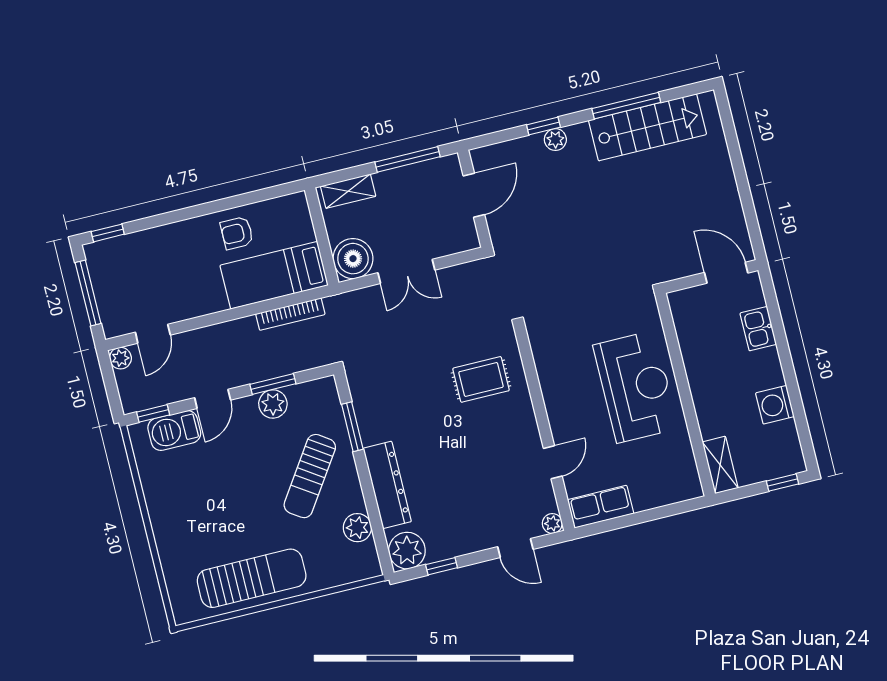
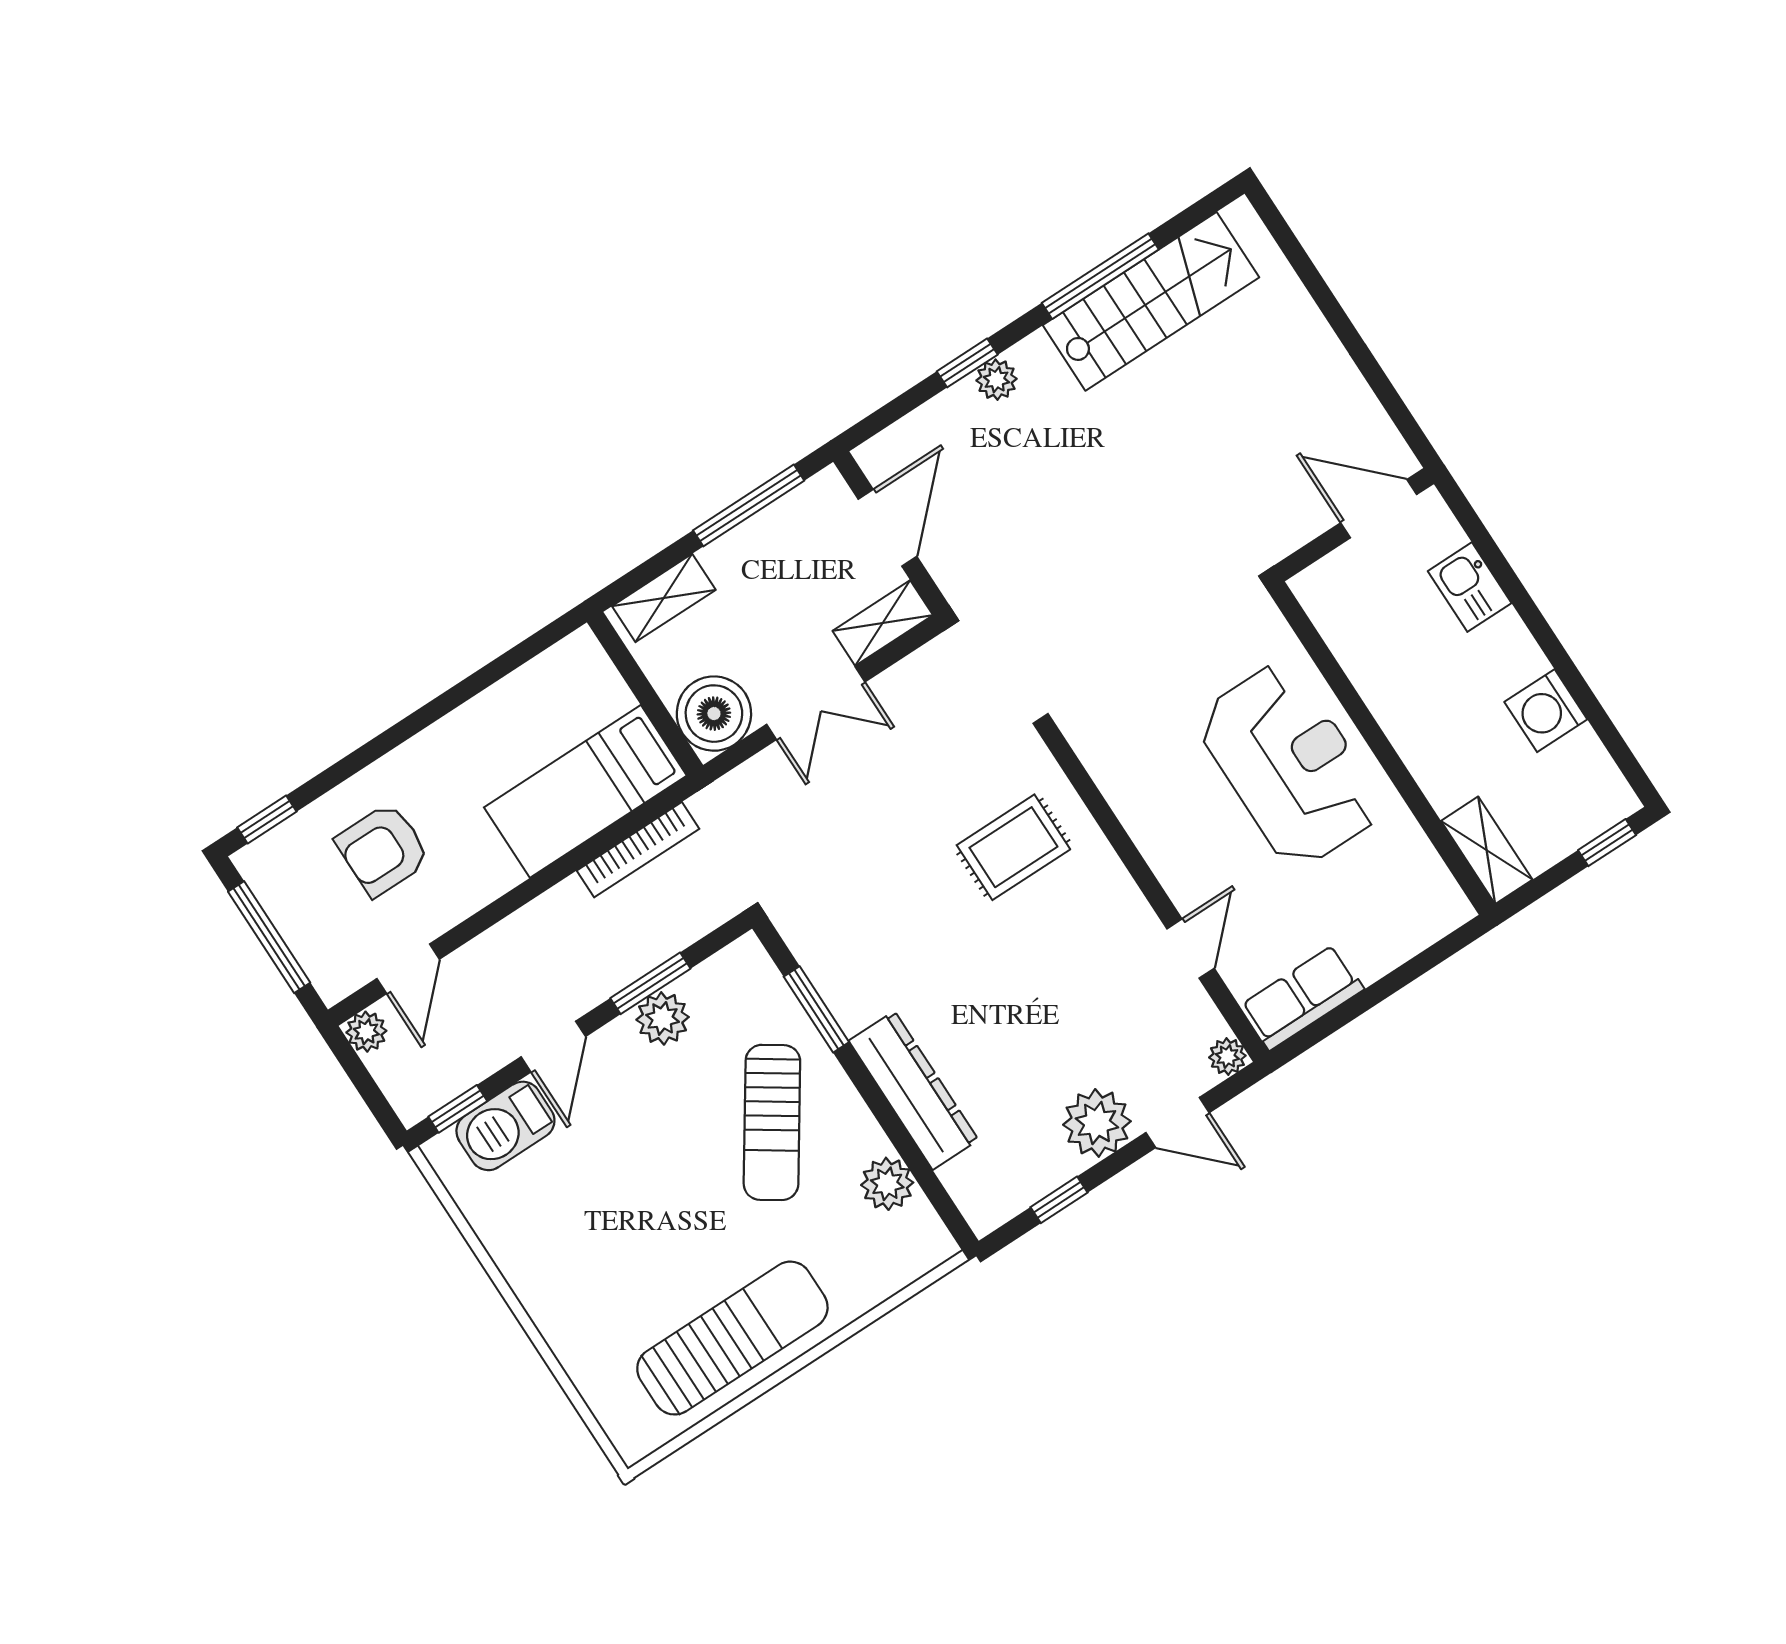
armchair: (237, 233) -> (383, 850), moved, width x1.38, depth x1.38
shelving: (455, 243) -> (883, 623), added
plant: (407, 551) -> (1097, 1123), moved

